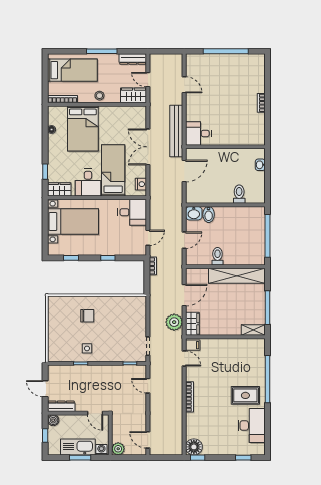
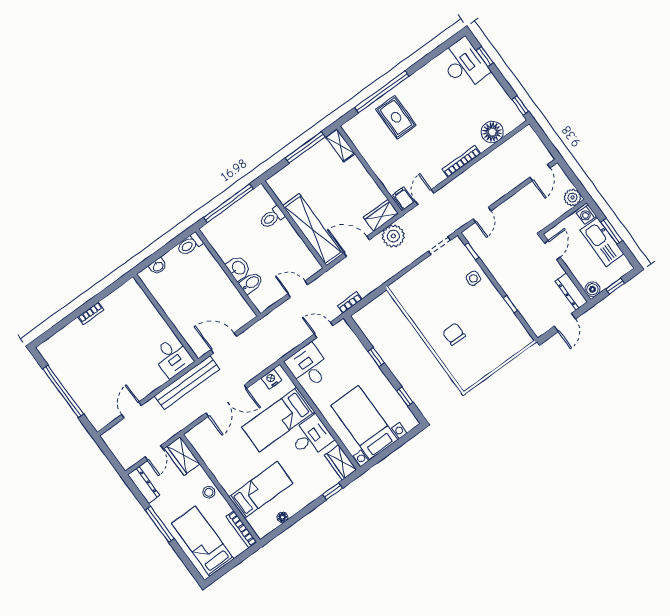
bed: (83, 128) -> (261, 490), width x0.67
toilet: (239, 194) -> (190, 244), moved
washbasin: (194, 213) -> (238, 268), moved
toilet: (217, 256) -> (272, 217), moved
shelving: (237, 276) -> (313, 230), moved
side table: (87, 348) -> (473, 278), moved
rug: (245, 395) -> (396, 117), moved
desk: (252, 426) -> (464, 64), moved, turned 90
floor lamp: (194, 447) -> (492, 132), moved

